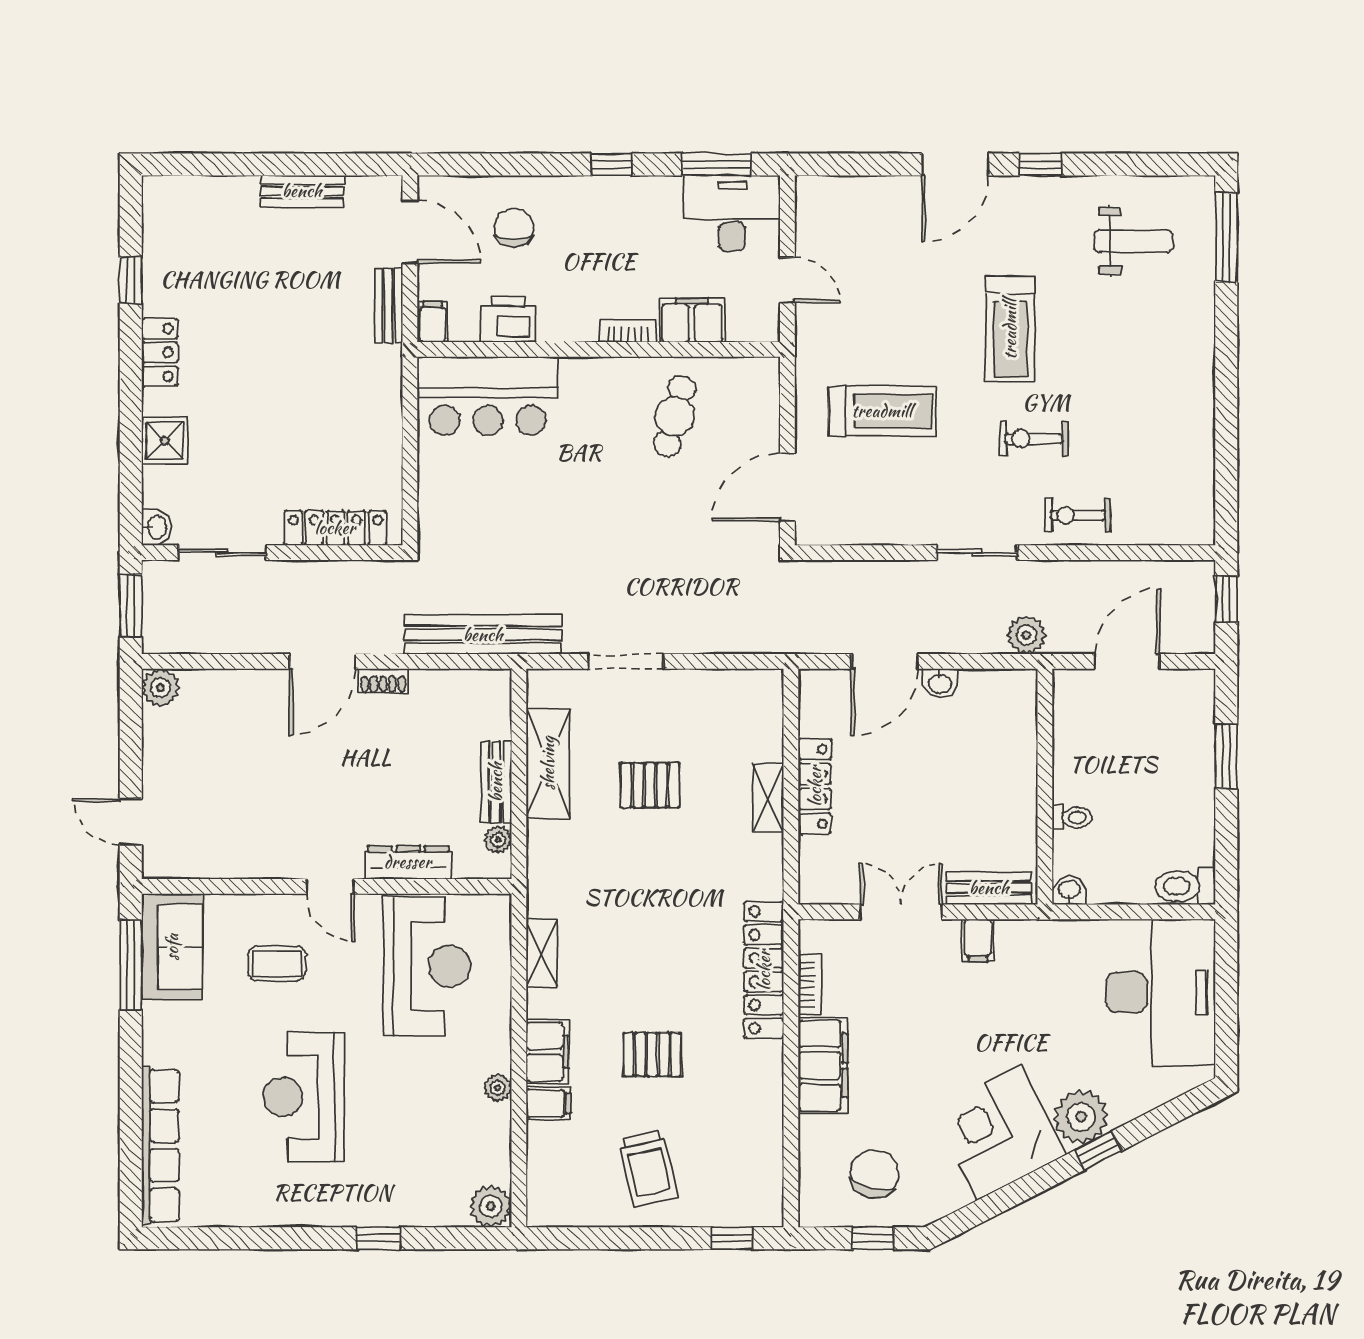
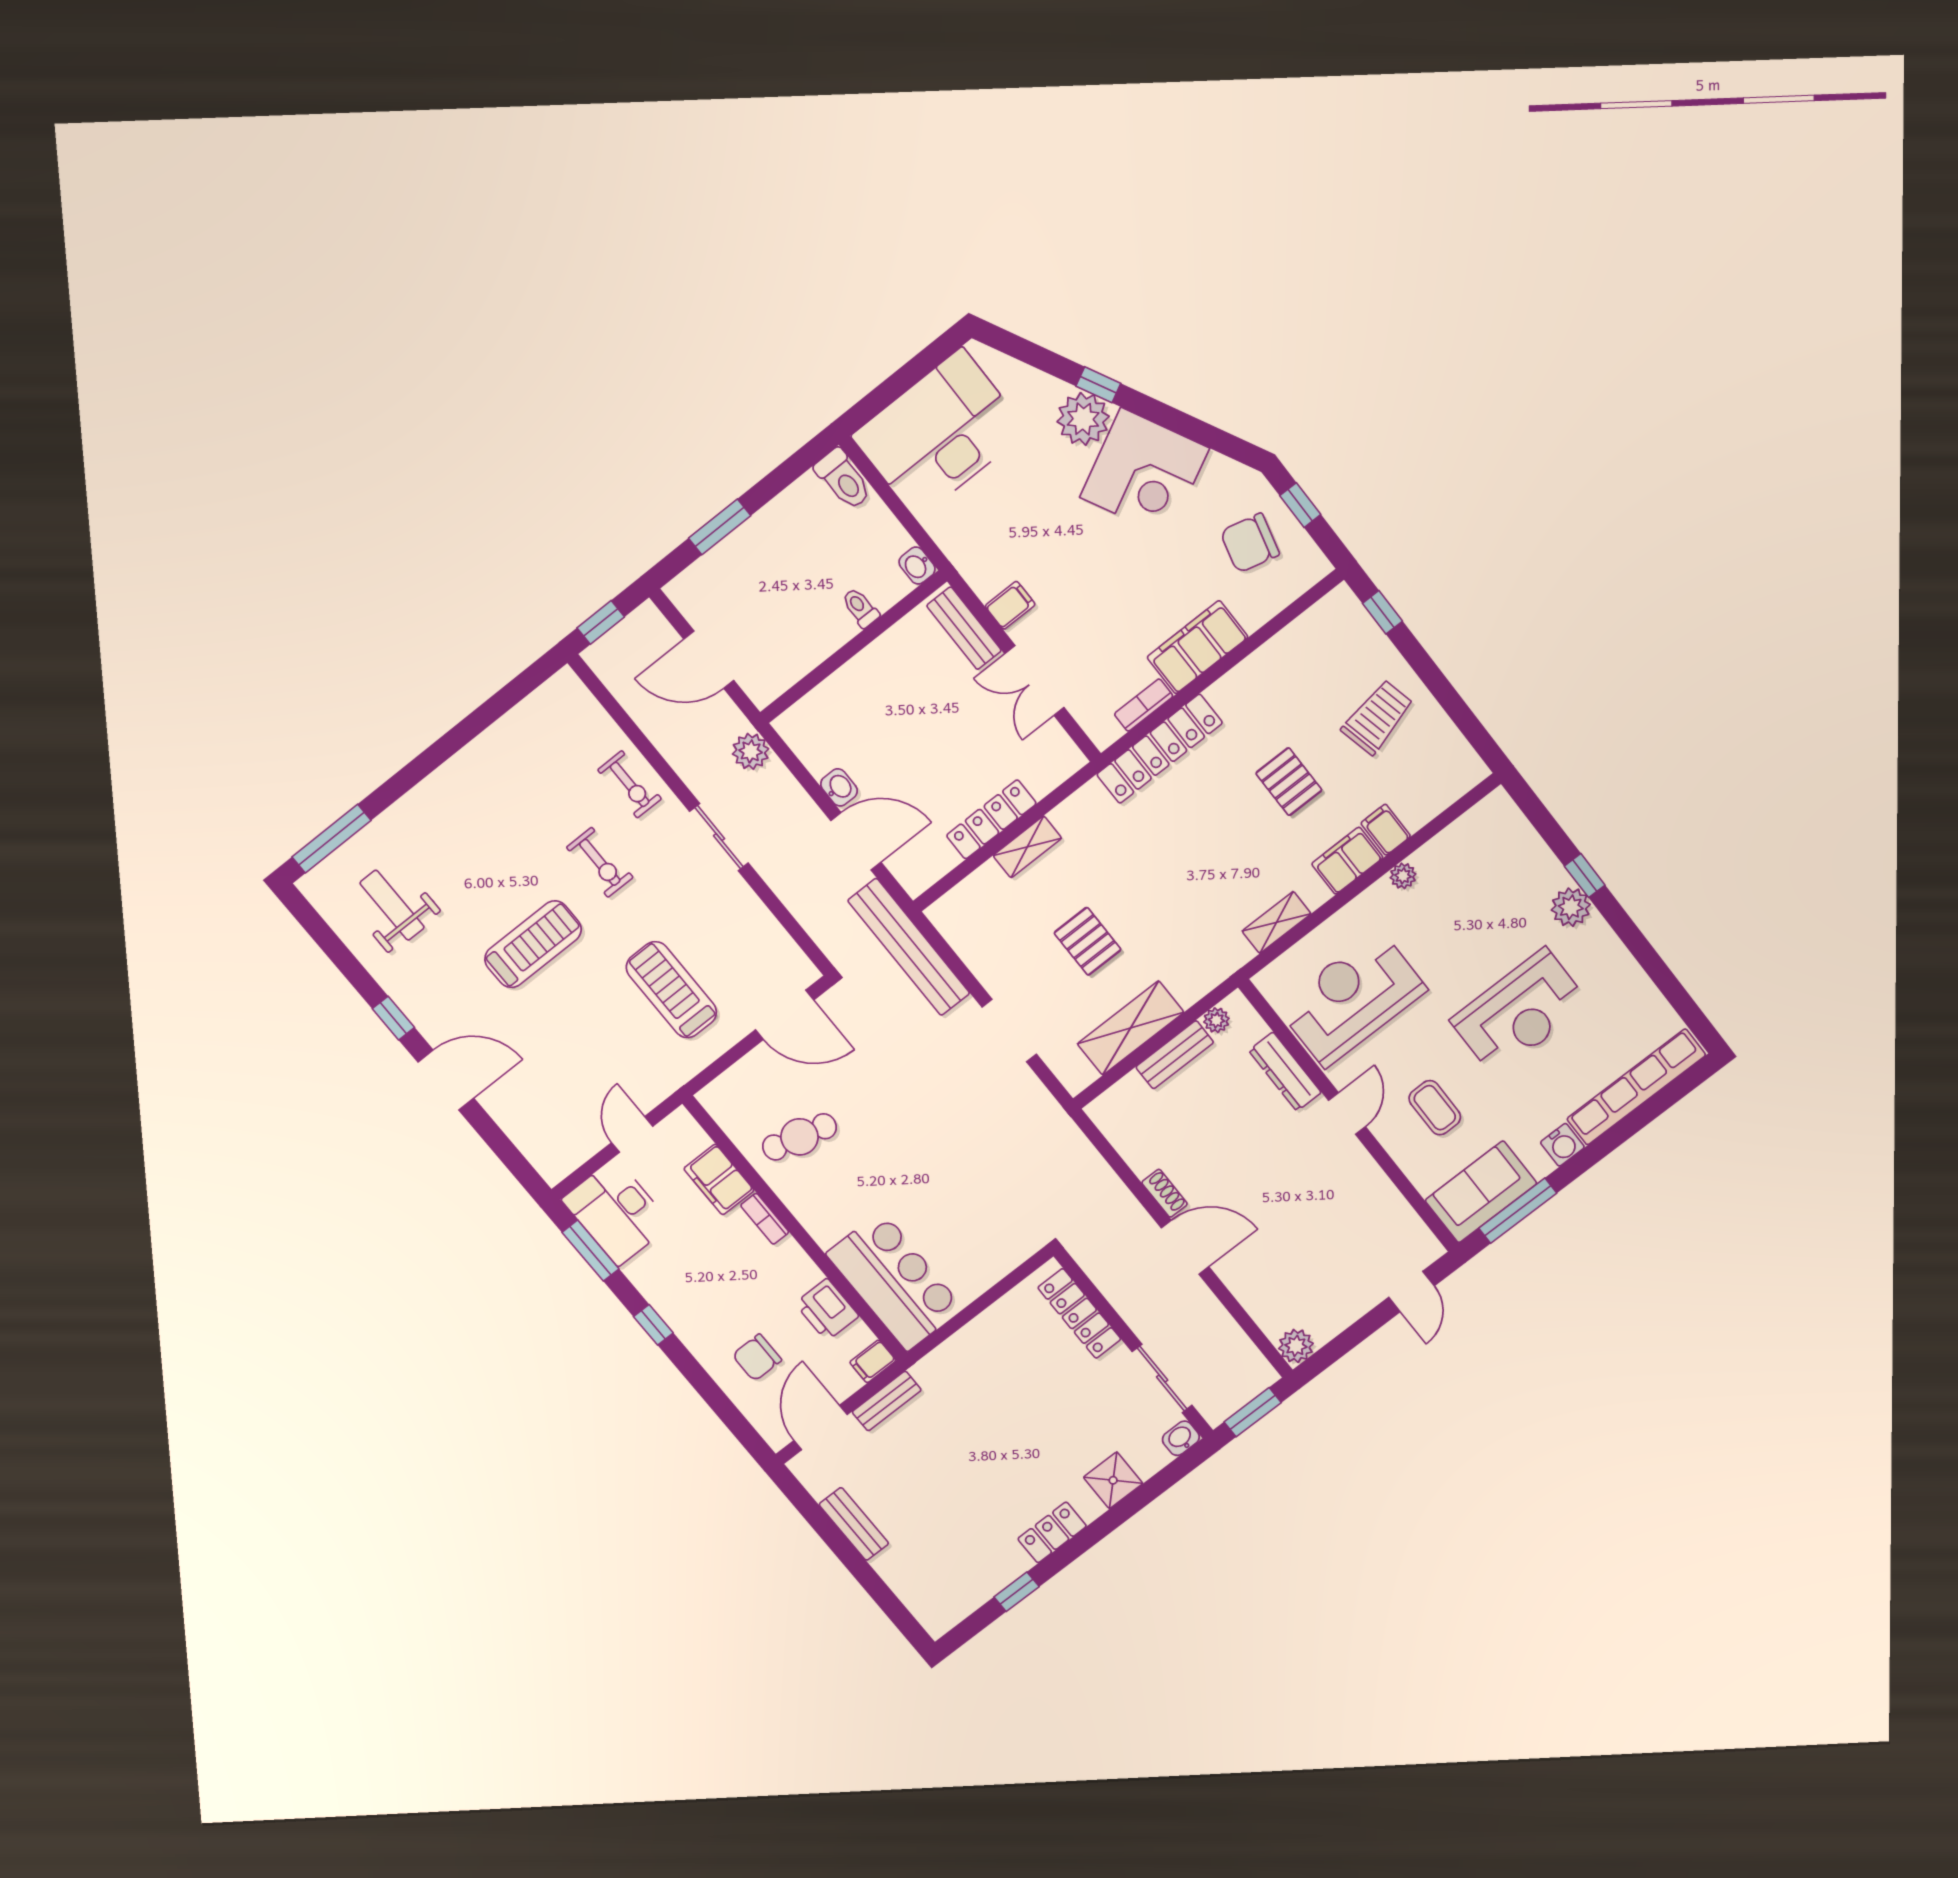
bench: (483, 635) -> (909, 947), moved
water cooler: (159, 1046) -> (1562, 1145), added
plant: (491, 1207) -> (1571, 907), moved

